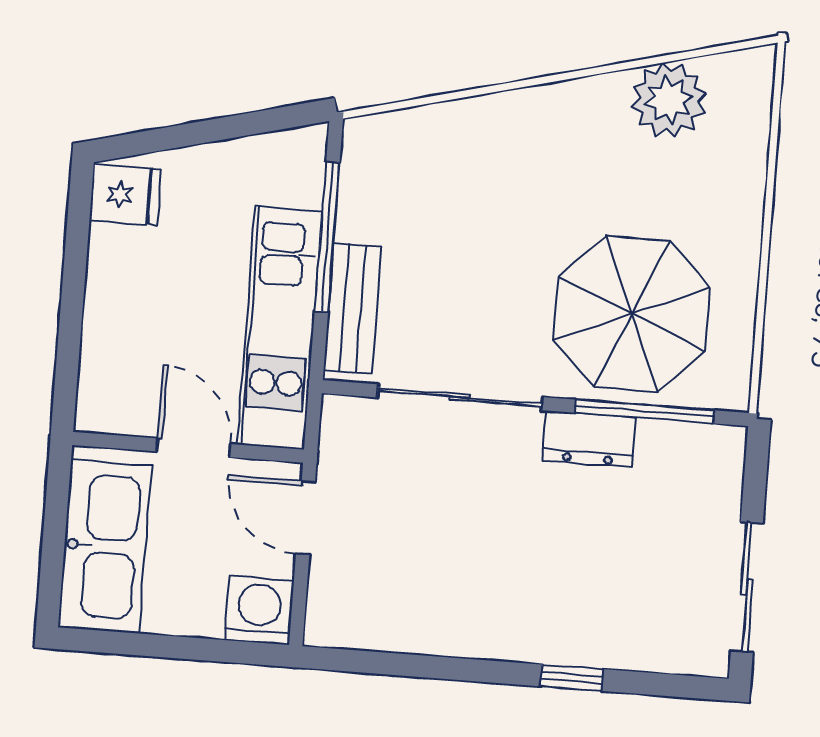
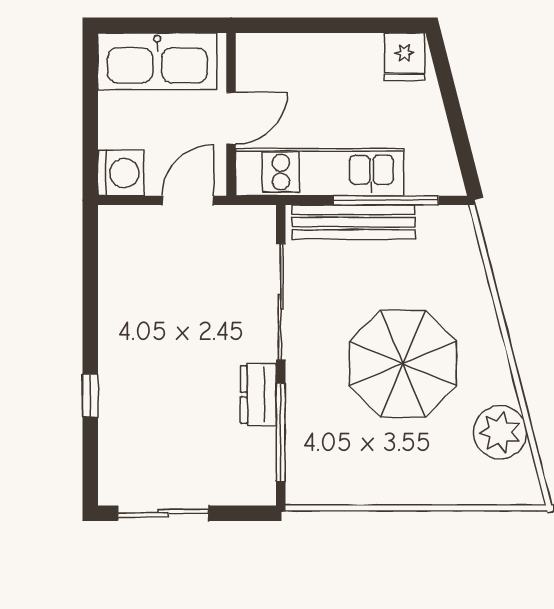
bench: (353, 308) -> (354, 222), width x1.36
parasol: (632, 314) -> (403, 364), moved

